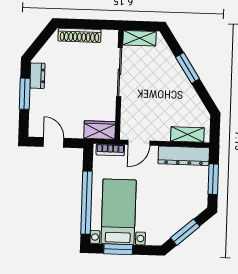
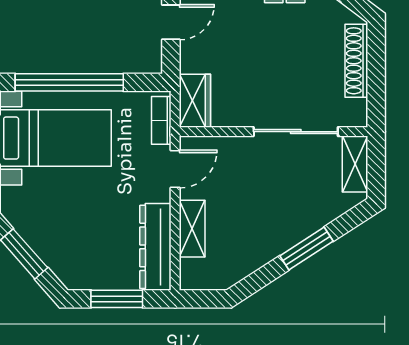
shelving: (187, 134) -> (192, 229), moved
door: (139, 143) -> (175, 169), swing flipped

